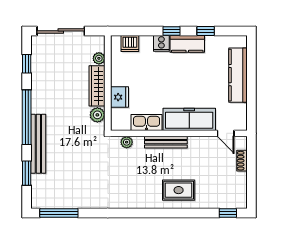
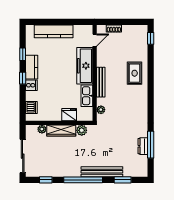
dresser: (75, 202) -> (143, 146), added
window: (59, 213) -> (151, 145), moved

